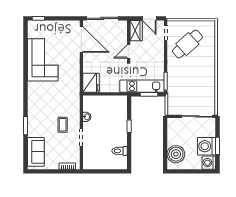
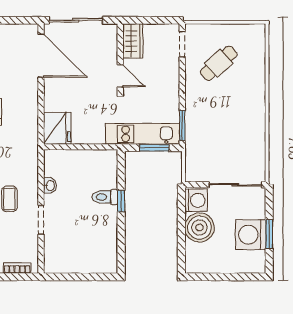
door: (149, 18) -> (155, 20), removed
cafe table: (187, 44) -> (219, 63), width x0.73, depth x0.74
door: (129, 51) -> (120, 76), swing flipped
toilet: (120, 151) -> (105, 197), moved
boiler: (176, 154) -> (199, 228), moved
washing machine: (209, 163) -> (196, 200), moved, turned 180

